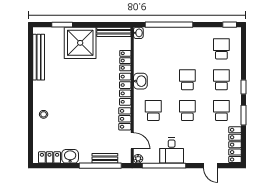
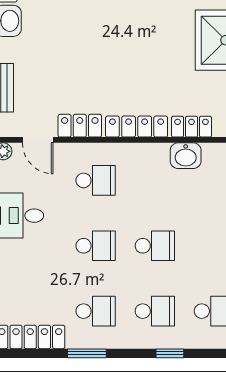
washbasin: (140, 81) -> (186, 156), moved
window: (243, 87) -> (170, 353), moved
door: (132, 141) -> (38, 140), hinge flipped

